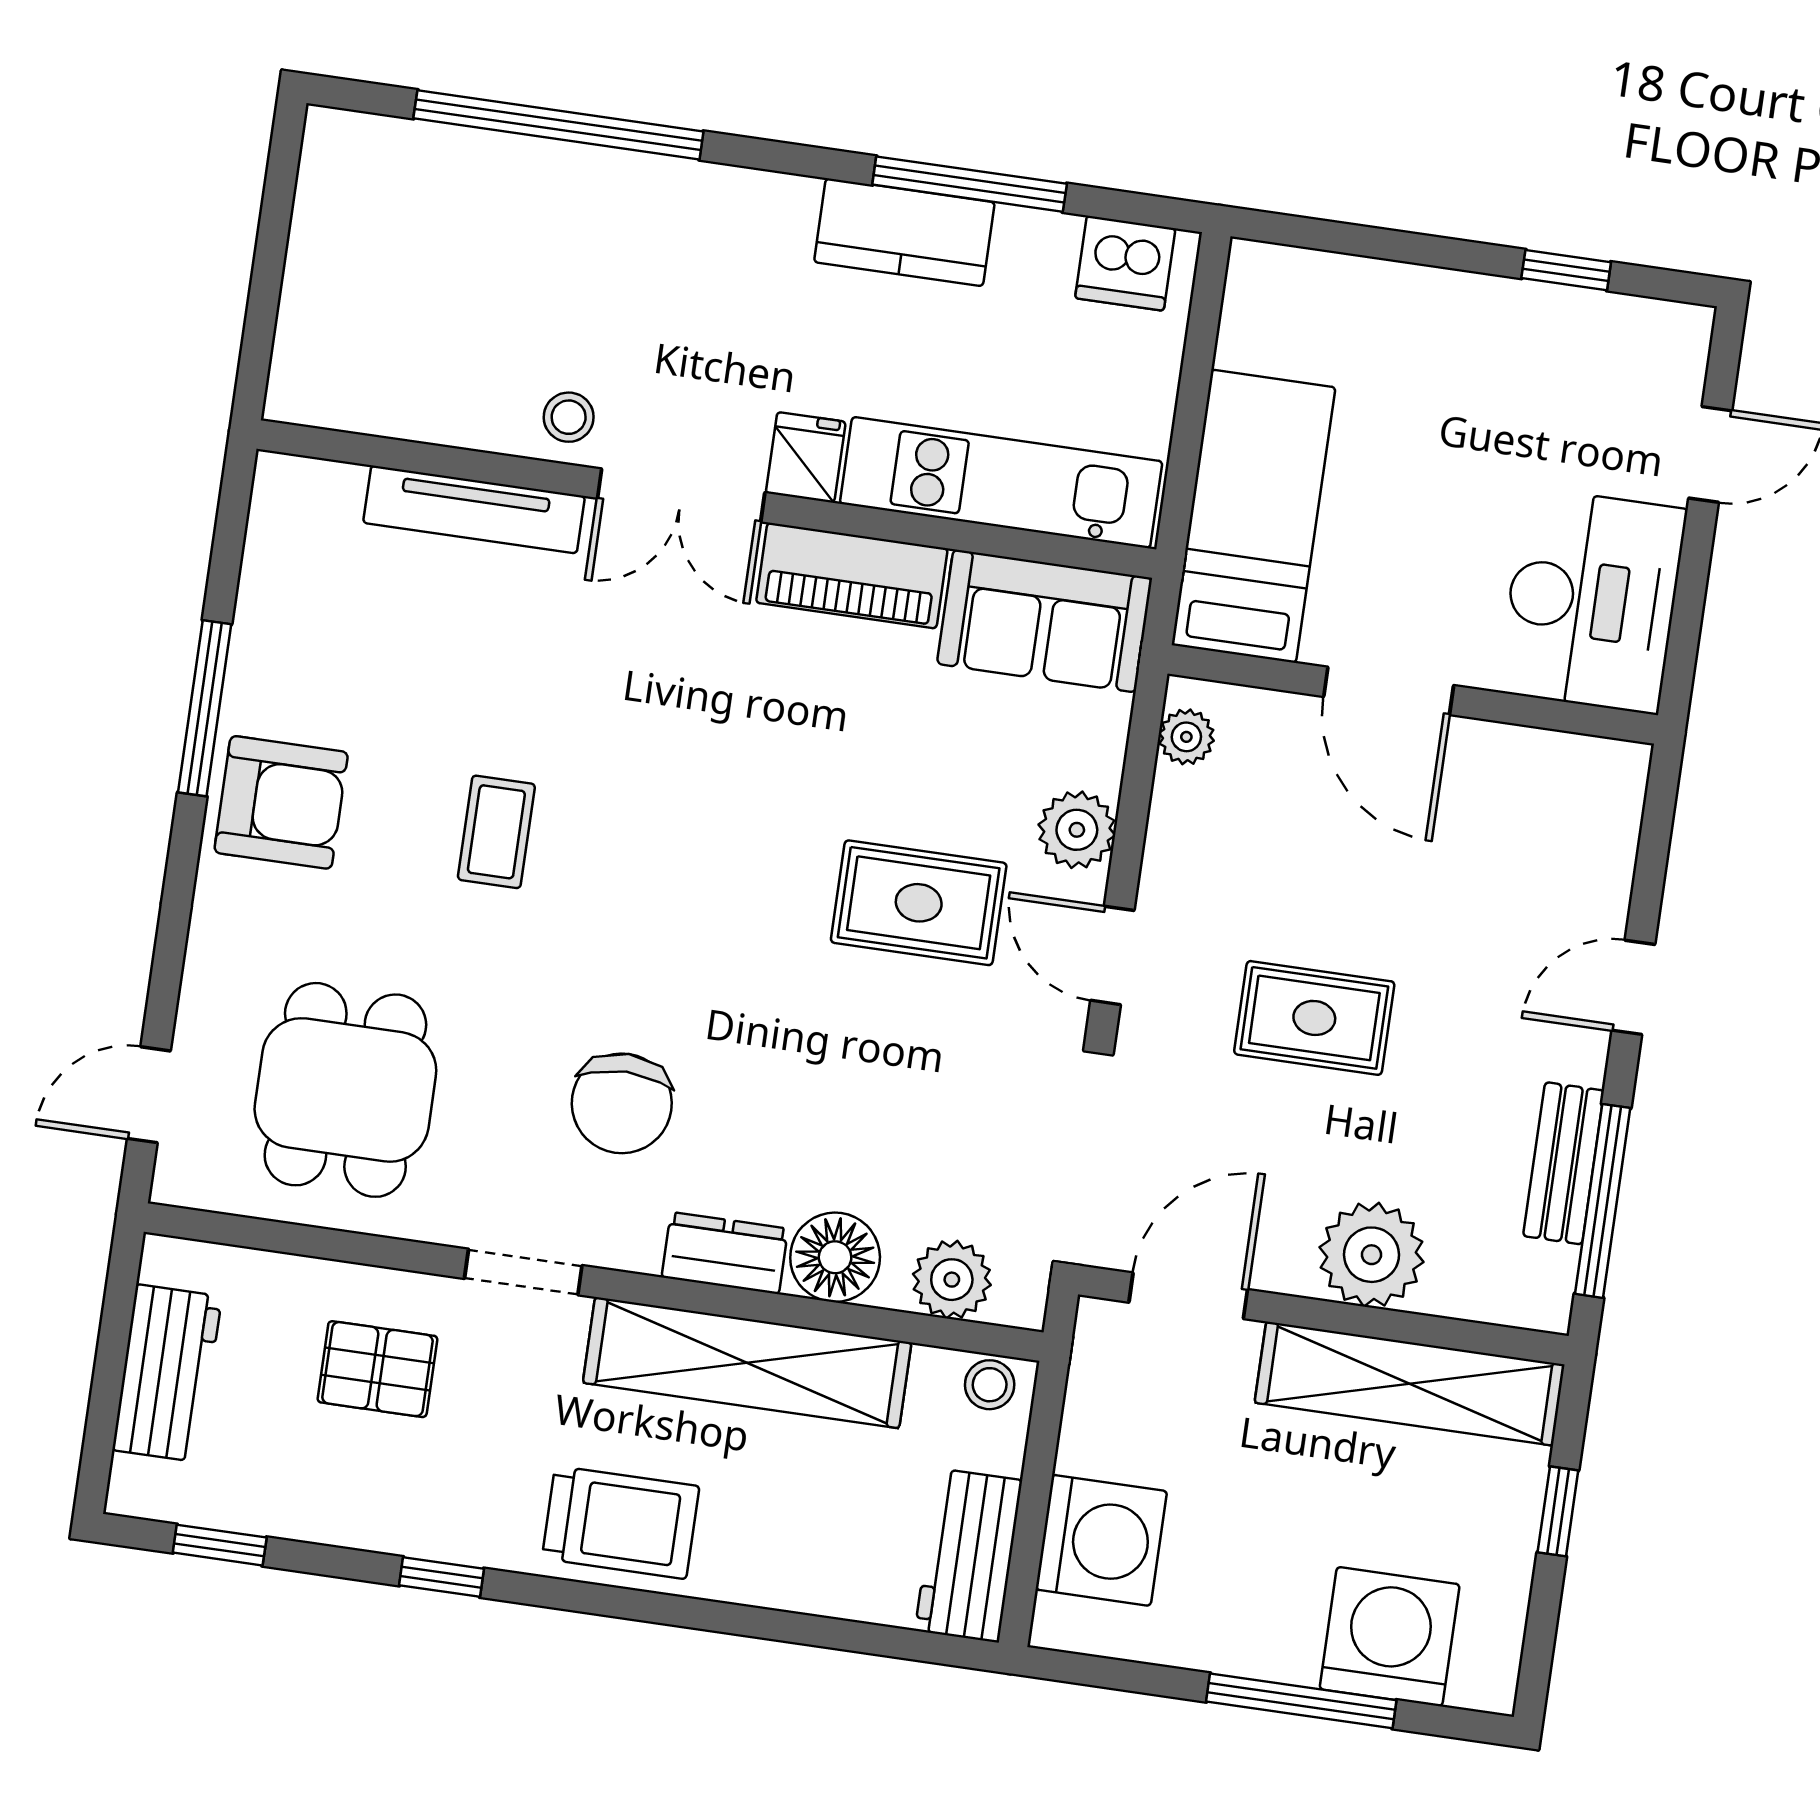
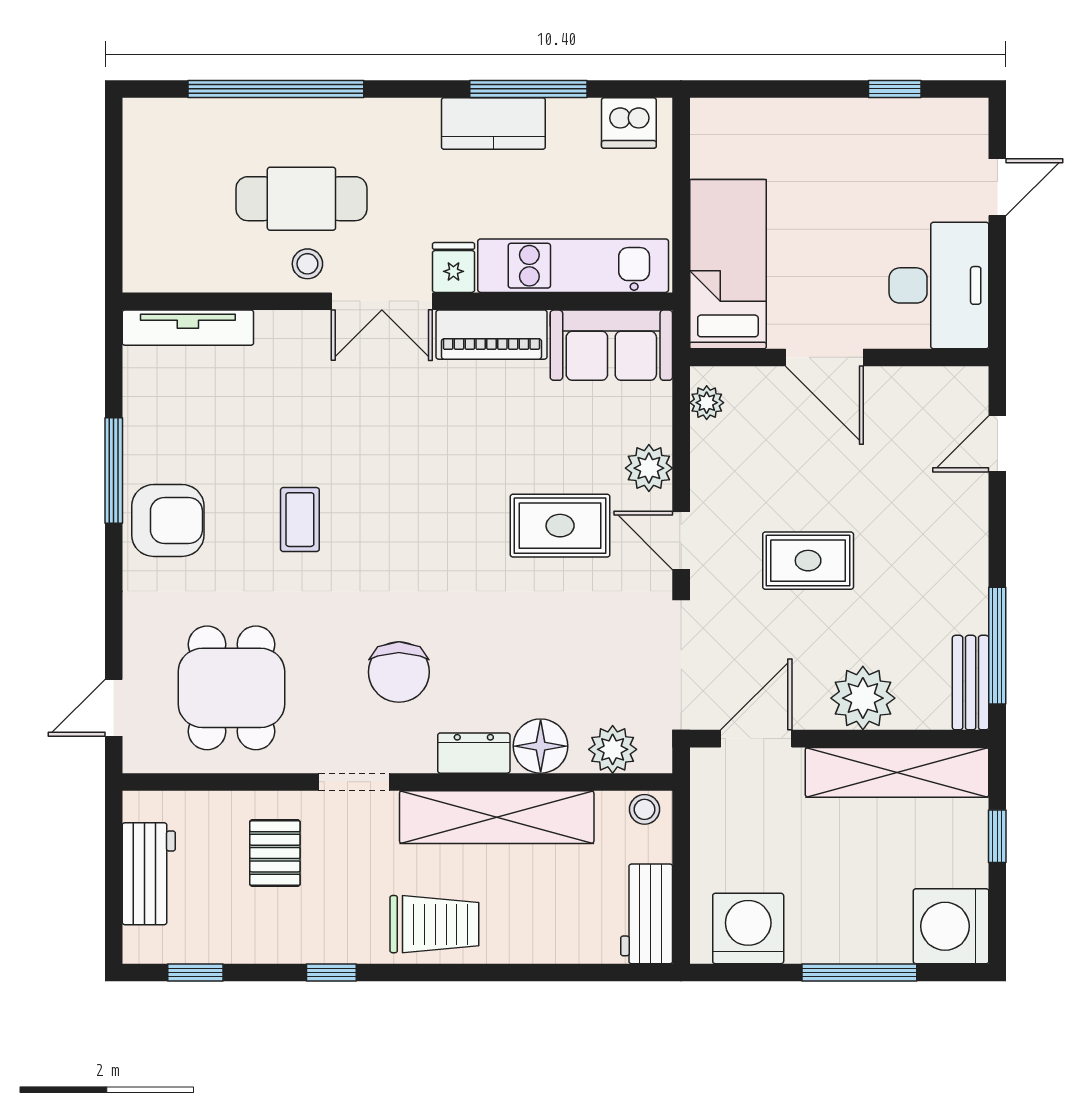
cafe table: (574, 310) -> (301, 199), added
tv unit: (474, 509) -> (188, 328), moved
door: (1633, 987) -> (997, 444), moved
bench: (1564, 1163) -> (971, 683), moved
pallet: (377, 1369) -> (275, 853), turned 90
washing machine: (1101, 1540) -> (748, 929), moved, turned -90
washing machine: (1390, 1637) -> (951, 926), moved, turned -90

